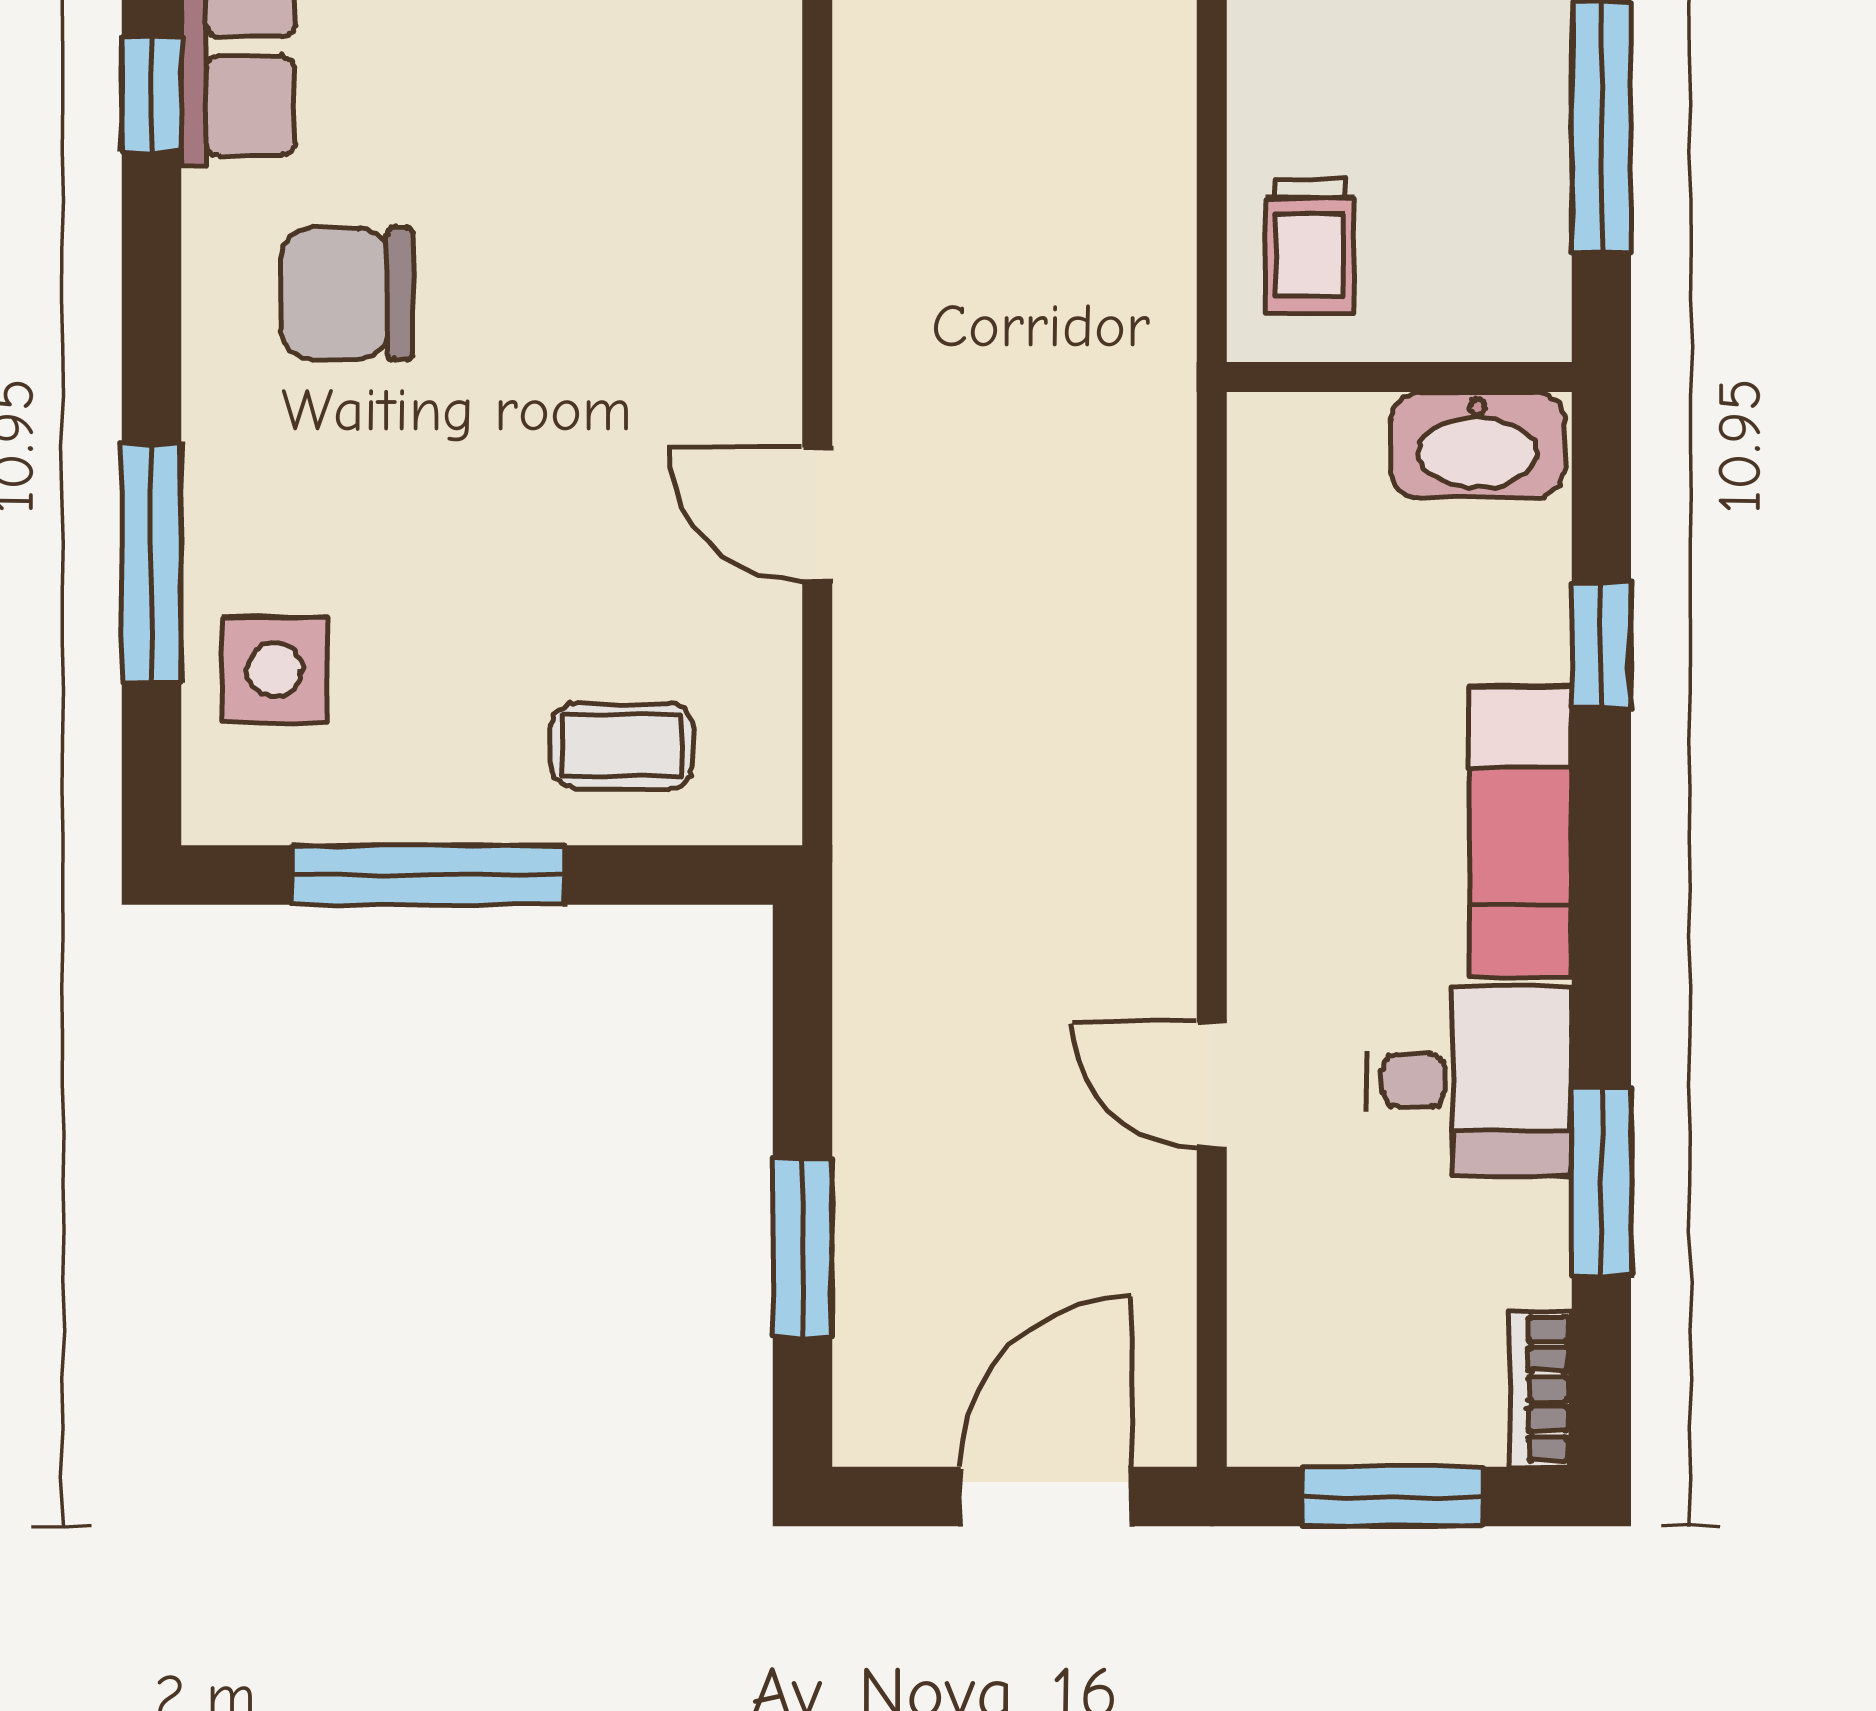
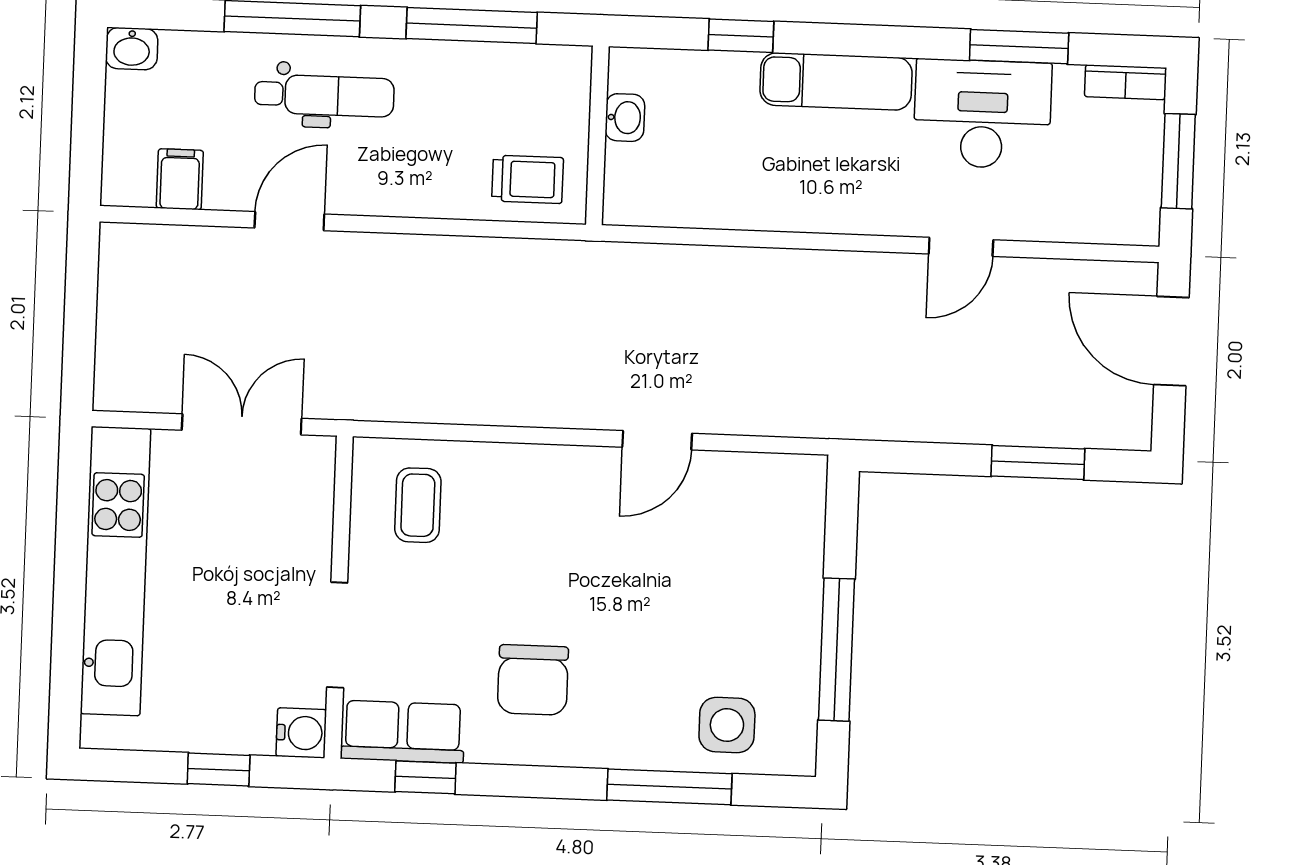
washbasin: (1477, 445) -> (625, 118), width x0.52, depth x0.69
coffee table: (622, 746) -> (418, 505), moved
desk: (1469, 1081) -> (982, 114), width x1.37

